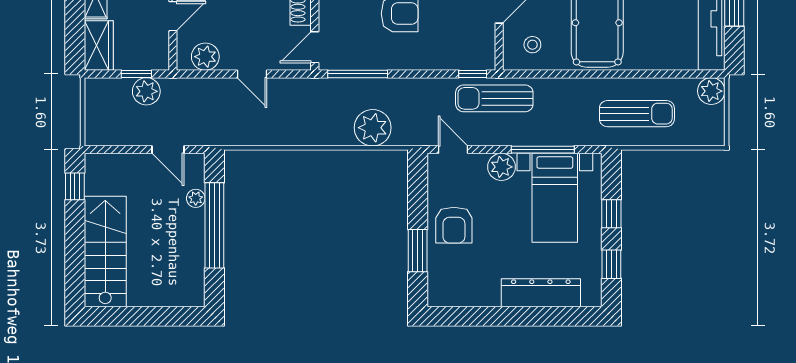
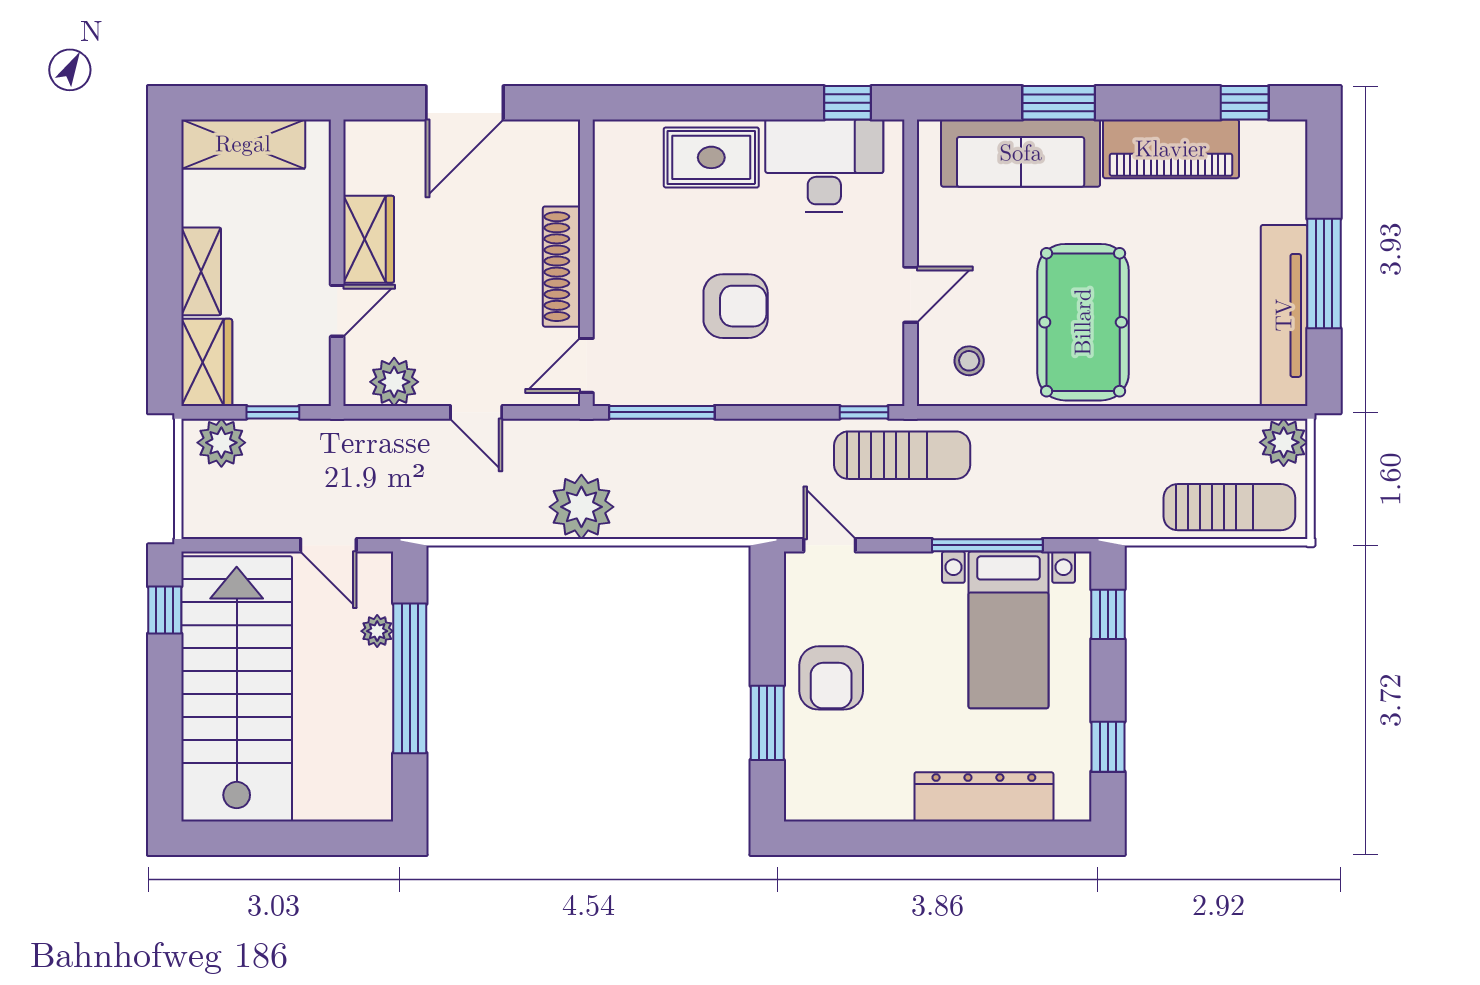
plant: (146, 91) -> (221, 443), moved
sun lounger: (494, 98) -> (902, 455), turned 180
sun lounger: (637, 114) -> (1229, 507), moved
plant: (373, 128) -> (581, 507), moved
plant: (501, 167) -> (915, 576), removed
window: (611, 214) -> (1108, 614), moved
stairs: (105, 251) -> (237, 689), width x1.36, depth x1.51

